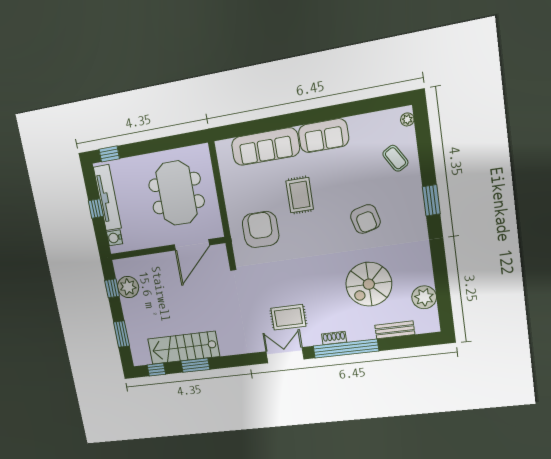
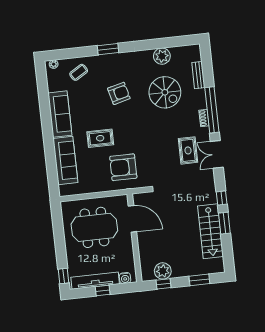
sofa: (324, 136) -> (60, 114), width x1.36
plant: (424, 297) -> (162, 56), moved
window: (156, 370) -> (222, 198), moved

